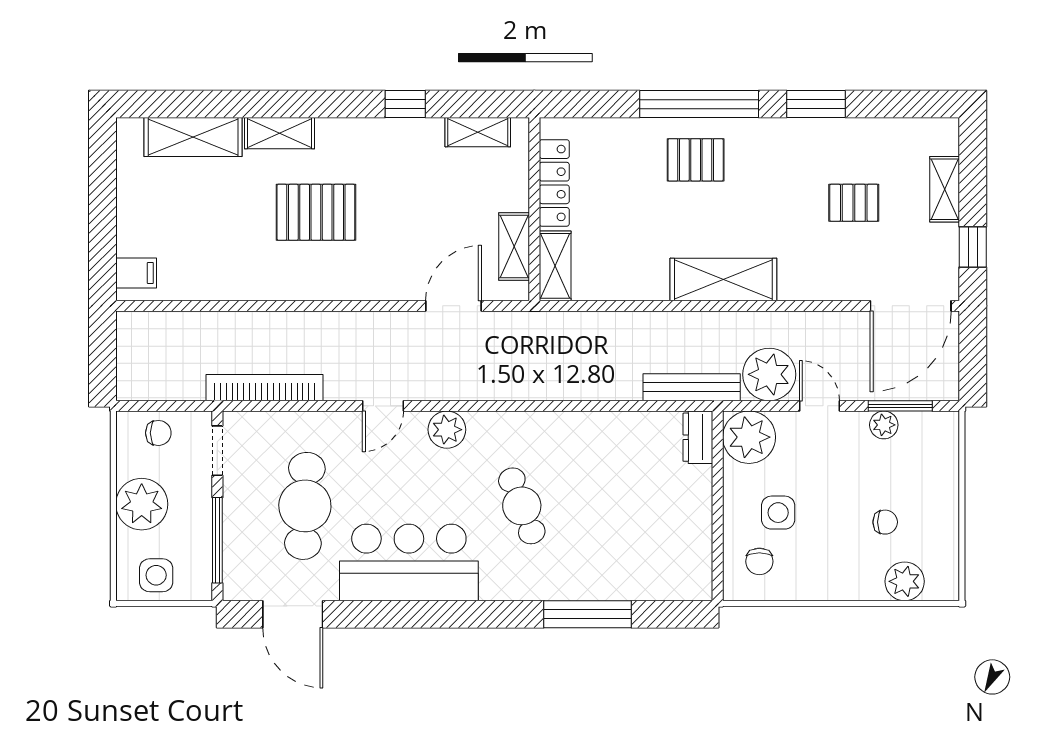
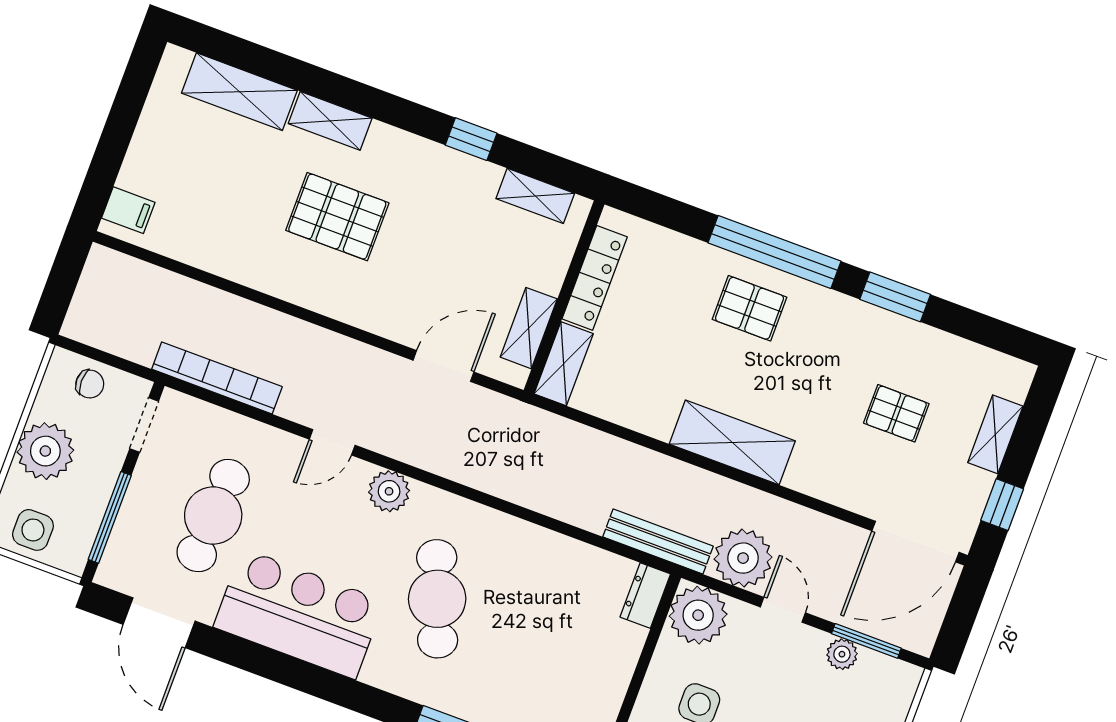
cafe table: (522, 506) -> (437, 599), width x1.37, depth x1.35

